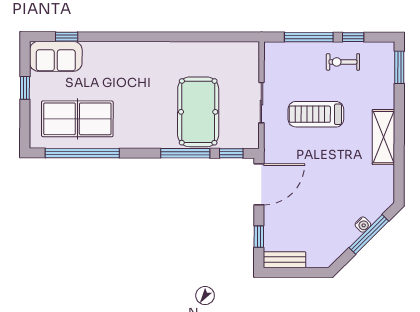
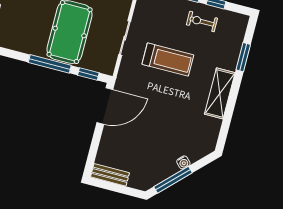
window: (399, 67) -> (243, 57), moved
treadmill: (316, 114) -> (168, 60), turned 180
window: (369, 234) -> (173, 180), moved
window: (259, 237) -> (93, 150), removed

